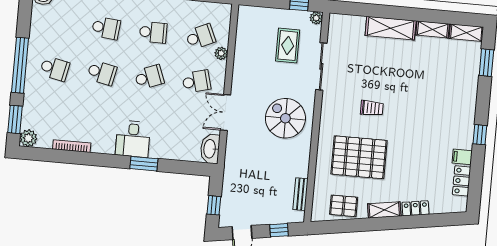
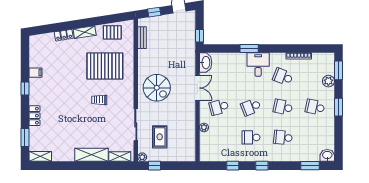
shelving: (433, 29) -> (120, 157), moved
school desk: (200, 37) -> (283, 77), moved, turned 45
window: (20, 65) -> (339, 107), width x0.47
plant: (28, 138) -> (328, 81), moved
locker: (462, 181) -> (34, 116), moved
window: (214, 205) -> (200, 36), moved

